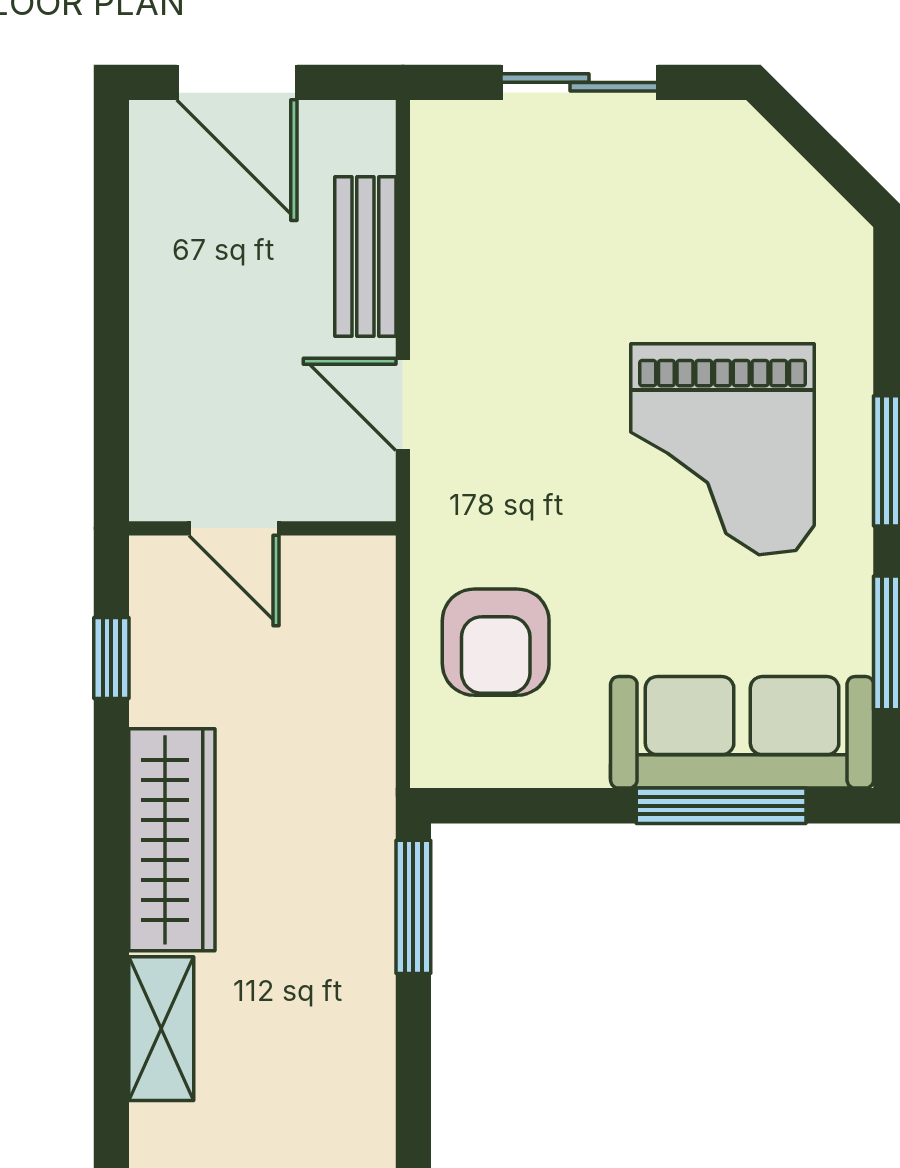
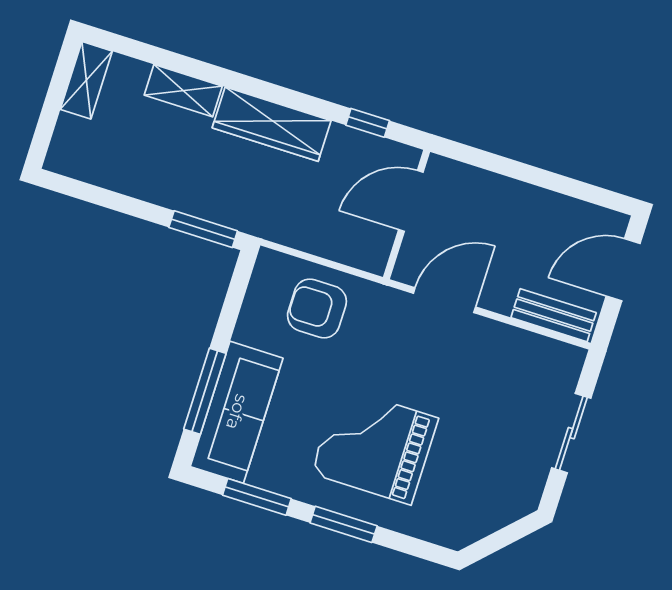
bench: (365, 257) -> (554, 315), moved
door: (403, 404) -> (444, 300), width x1.38
door: (234, 528) -> (411, 201), width x1.38

